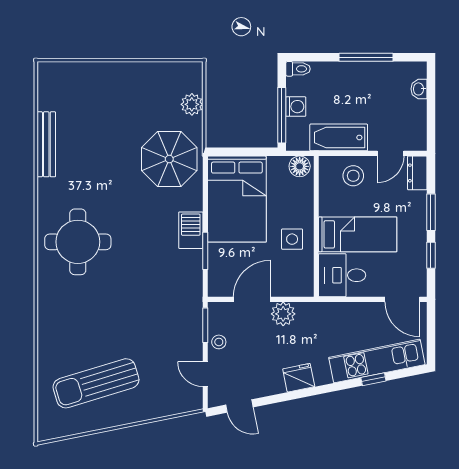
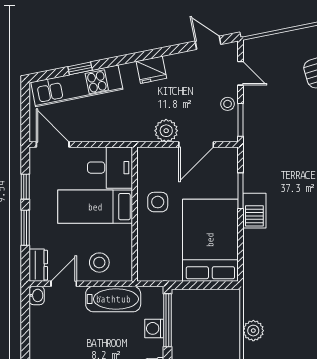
washbasin: (419, 89) -> (37, 295), moved
parasol: (169, 159) -> (275, 278), removed
floor lamp: (300, 166) -> (151, 271), removed

